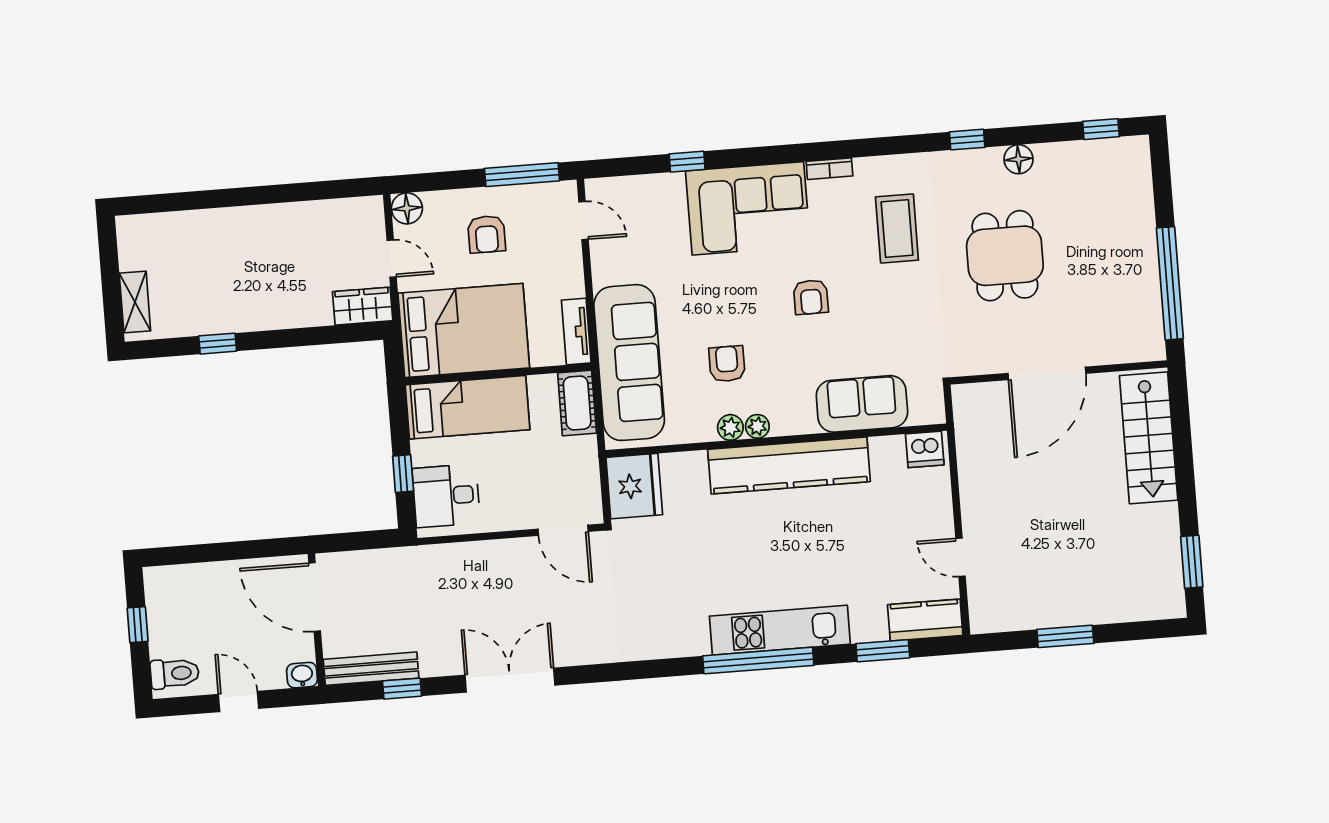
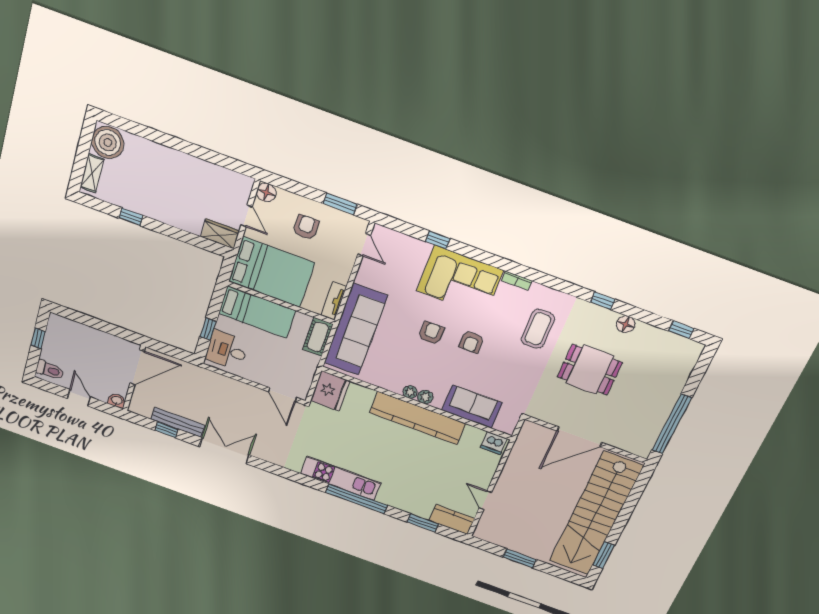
window: (522, 175) -> (340, 204), width x0.69
armchair: (487, 234) -> (306, 227), turned 180
boiler: (143, 242) -> (108, 142), added
dining table: (1005, 256) -> (590, 370), turned 90
armchair: (727, 364) -> (431, 333), moved
plant: (730, 427) -> (425, 397), moved
stairs: (1149, 438) -> (596, 514), width x1.86, depth x1.51
door: (315, 597) -> (137, 367), swing flipped
kitchen unit: (780, 630) -> (341, 478), moved
bench: (371, 669) -> (178, 422), moved

